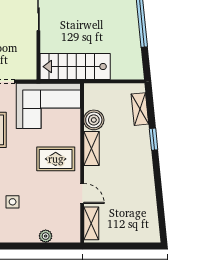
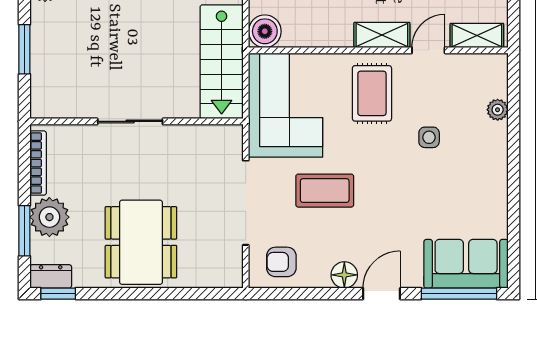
boiler: (94, 120) -> (265, 31), moved
shelving: (92, 149) -> (382, 35), moved
side table: (13, 202) -> (429, 137), moved

